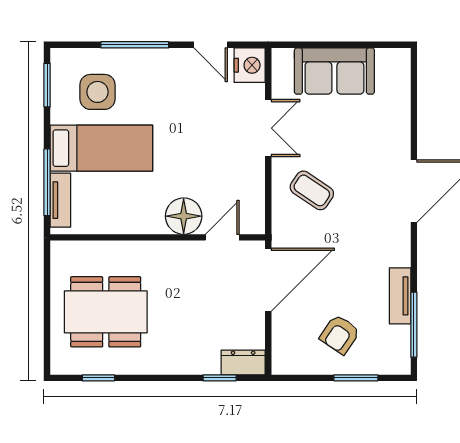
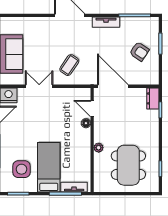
floor lamp: (184, 216) -> (86, 123), width x0.53, depth x0.53
plant: (142, 251) -> (99, 148), added
tv unit: (400, 296) -> (106, 22), moved

